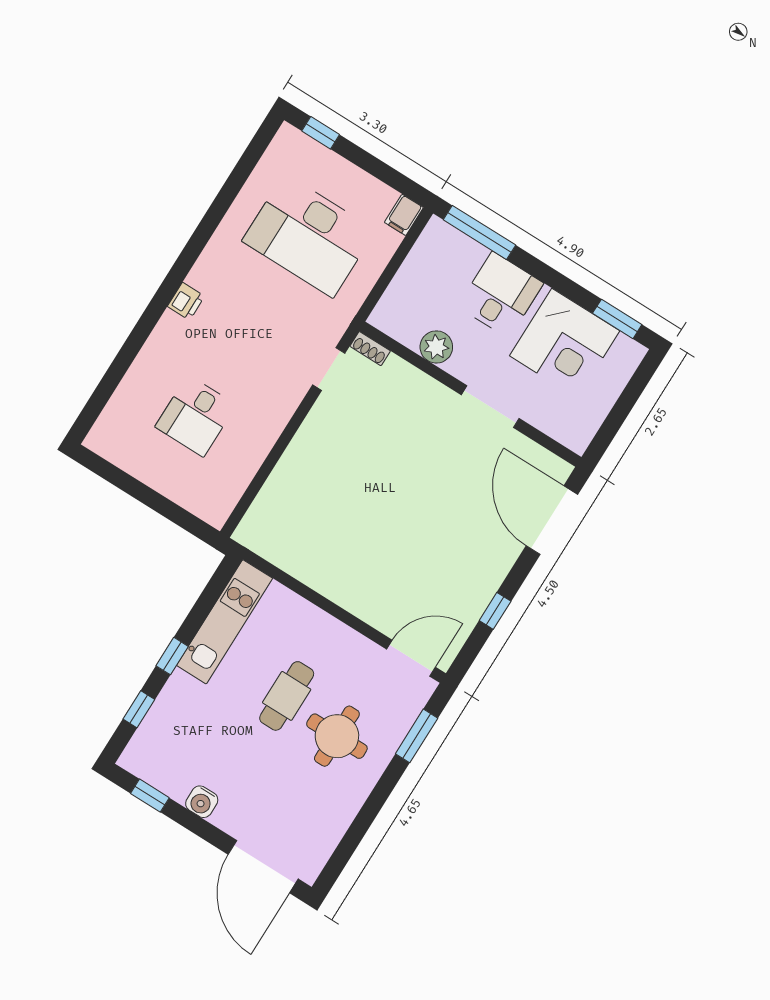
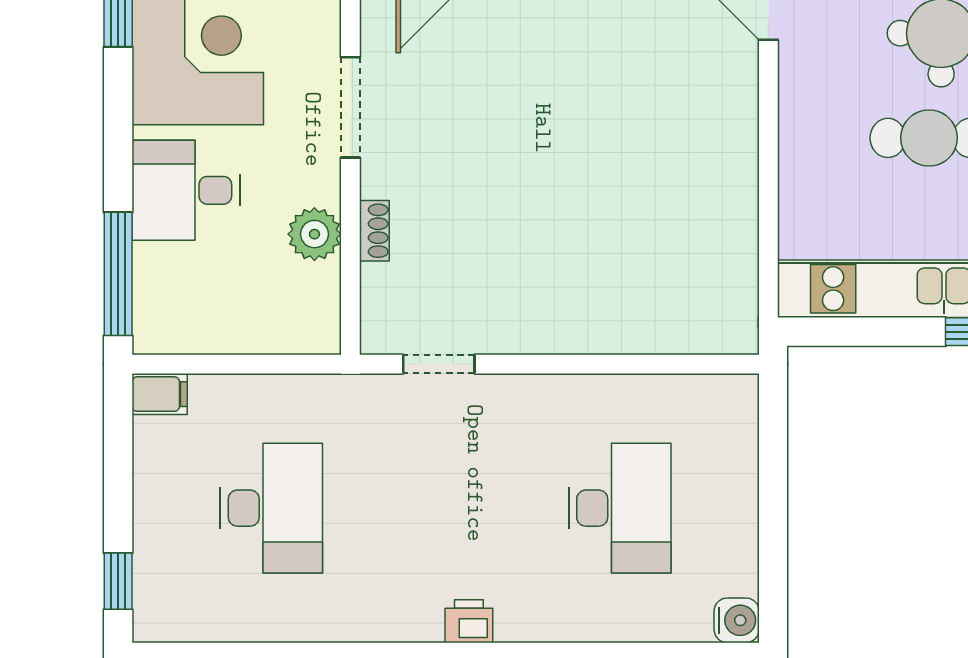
desk: (309, 236) -> (271, 508), width x0.73, depth x0.77
shoe rack: (370, 349) -> (374, 231), moved
desk: (196, 416) -> (620, 508), width x1.37
water cooler: (100, 440) -> (737, 620), added

